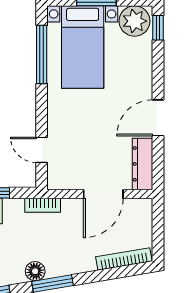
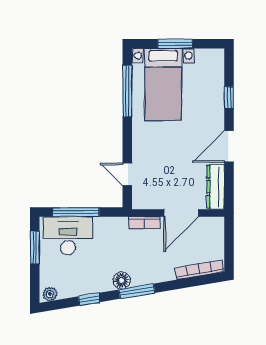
plant: (135, 21) -> (209, 62), removed
window: (158, 28) -> (229, 97), moved
bookcase: (43, 205) -> (144, 223), moved

